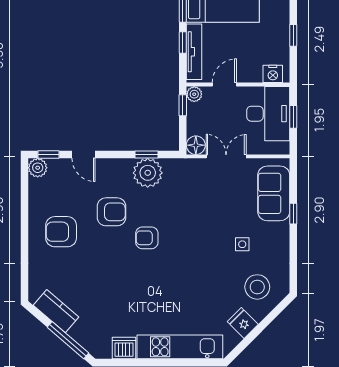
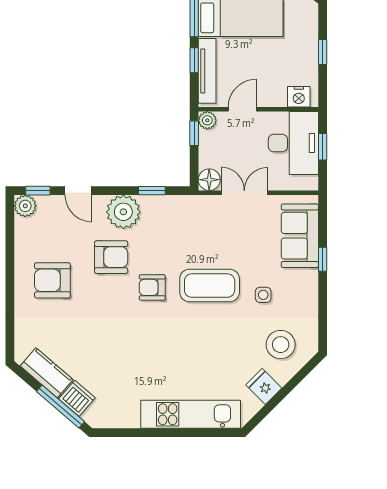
plant: (148, 173) -> (123, 212), moved
coffee table: (196, 236) -> (210, 286), added
dishwasher: (124, 348) -> (77, 398), moved, turned 41

